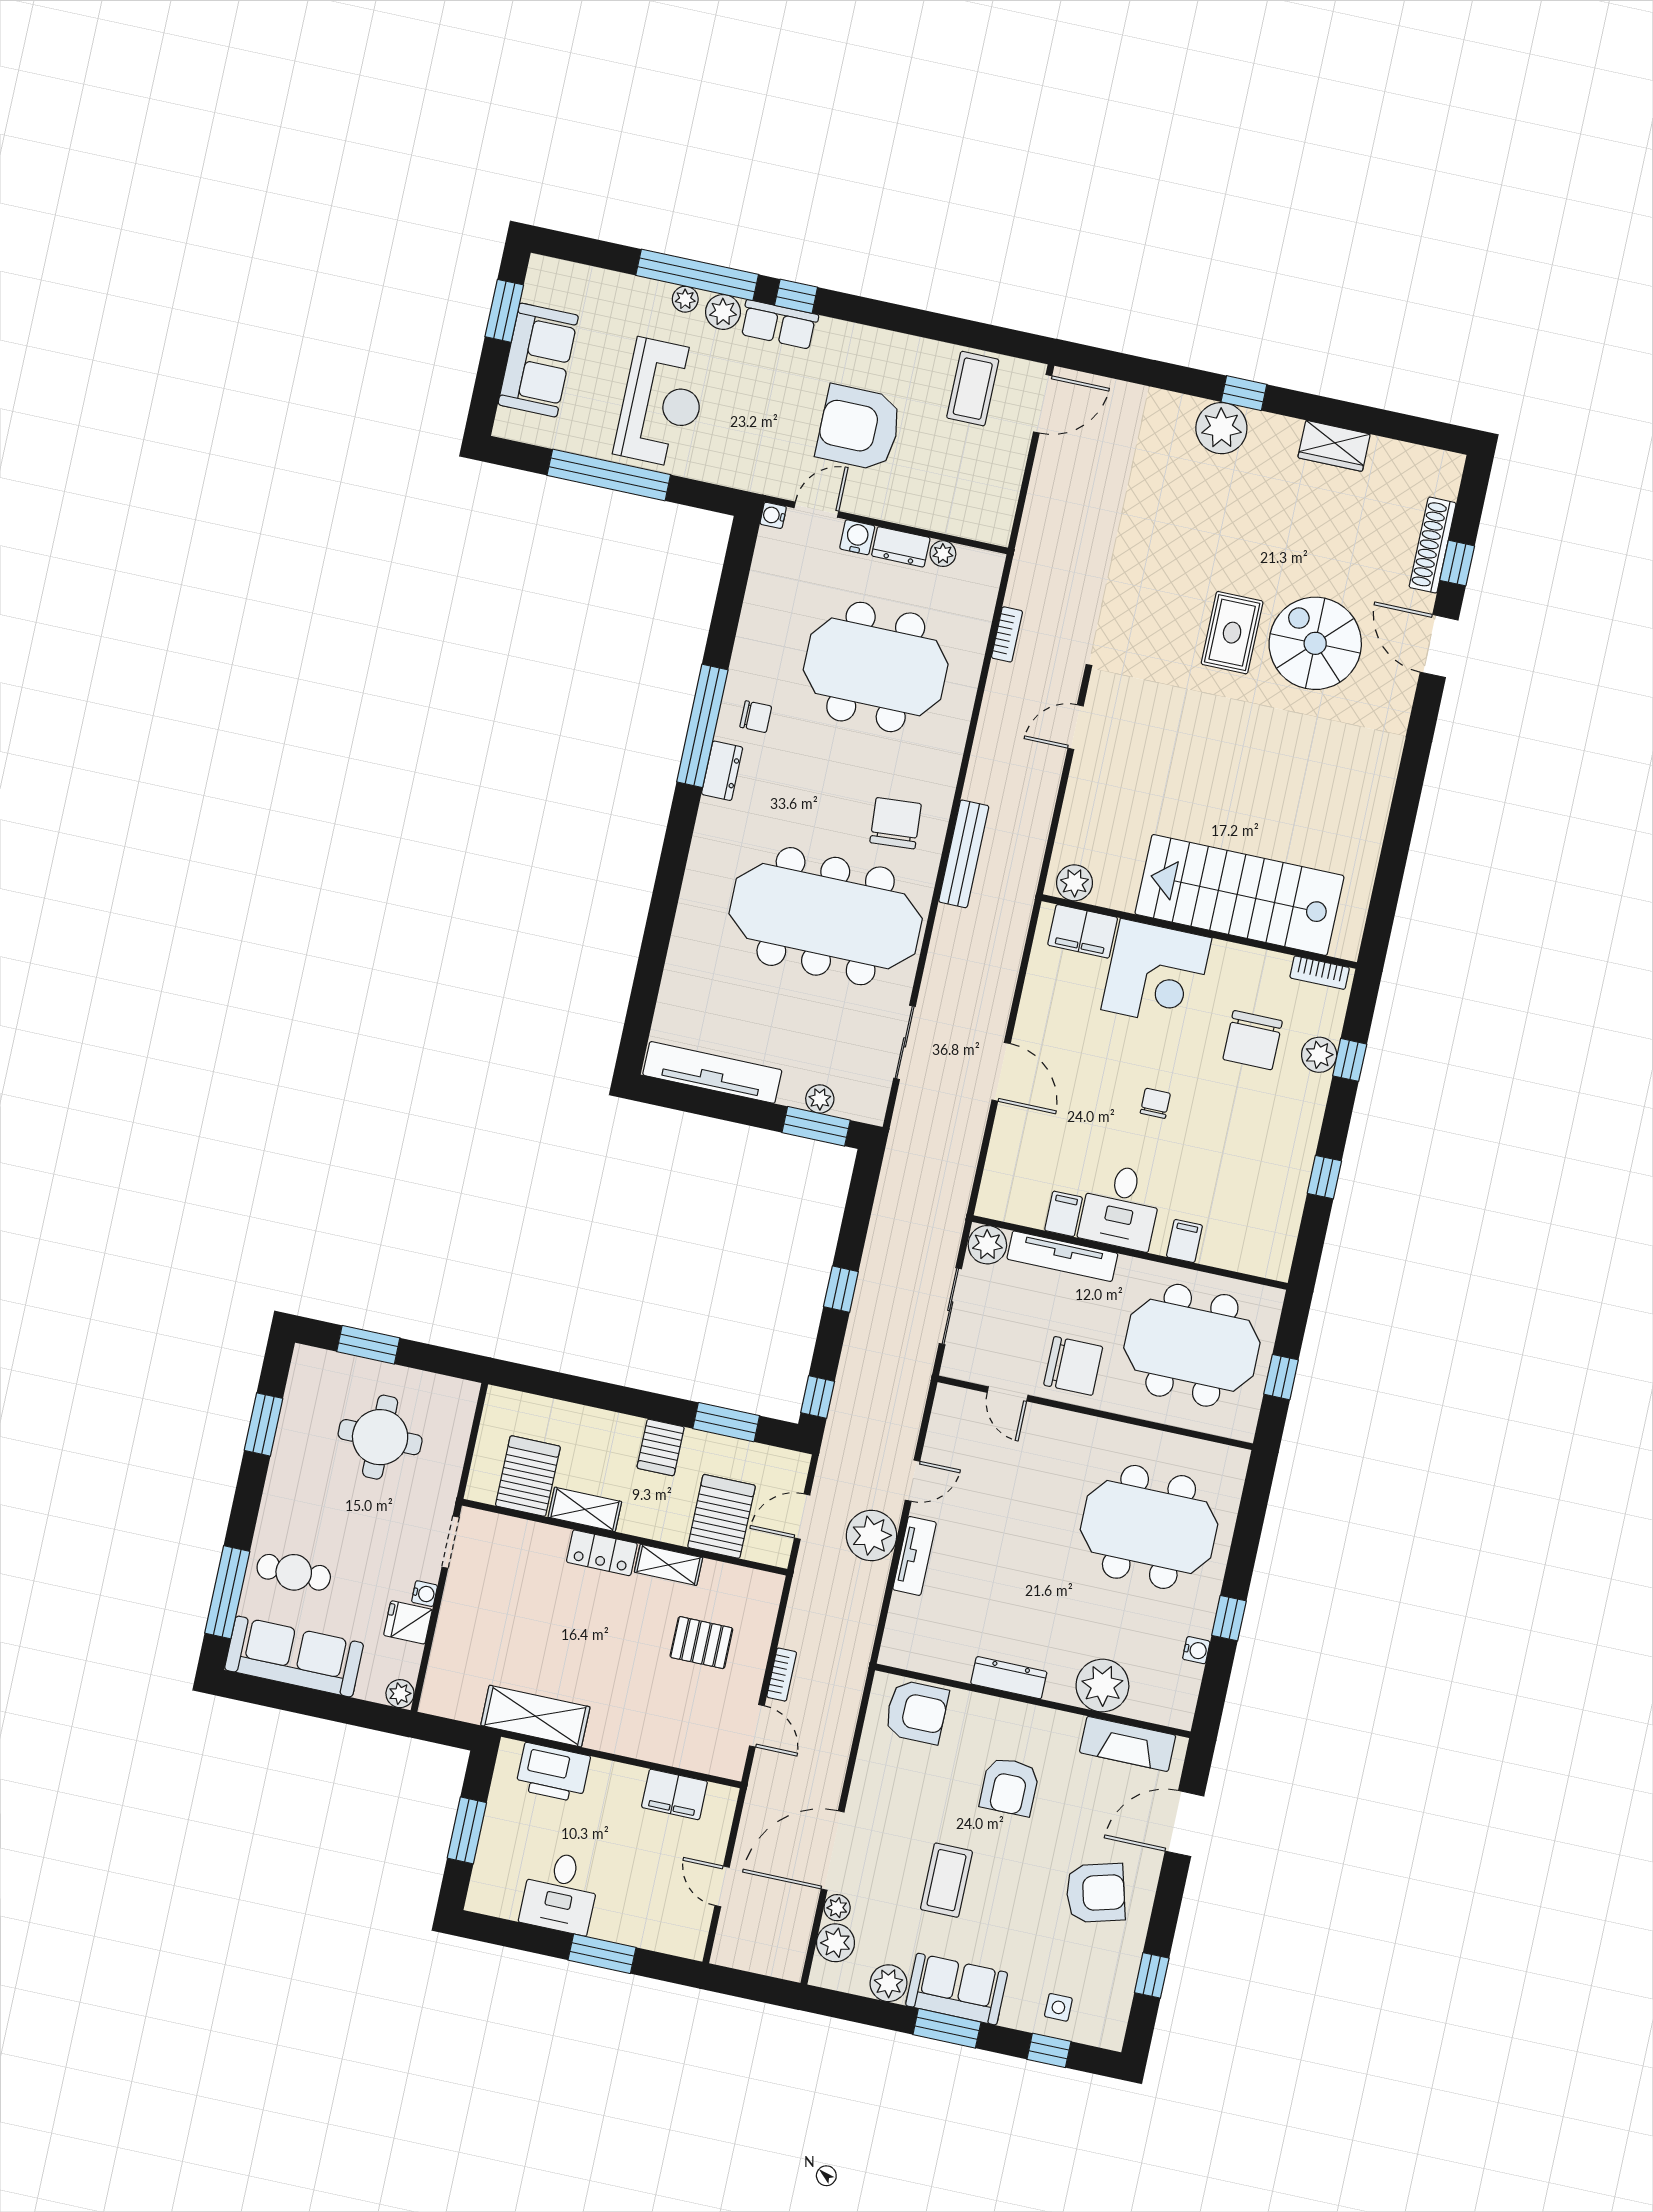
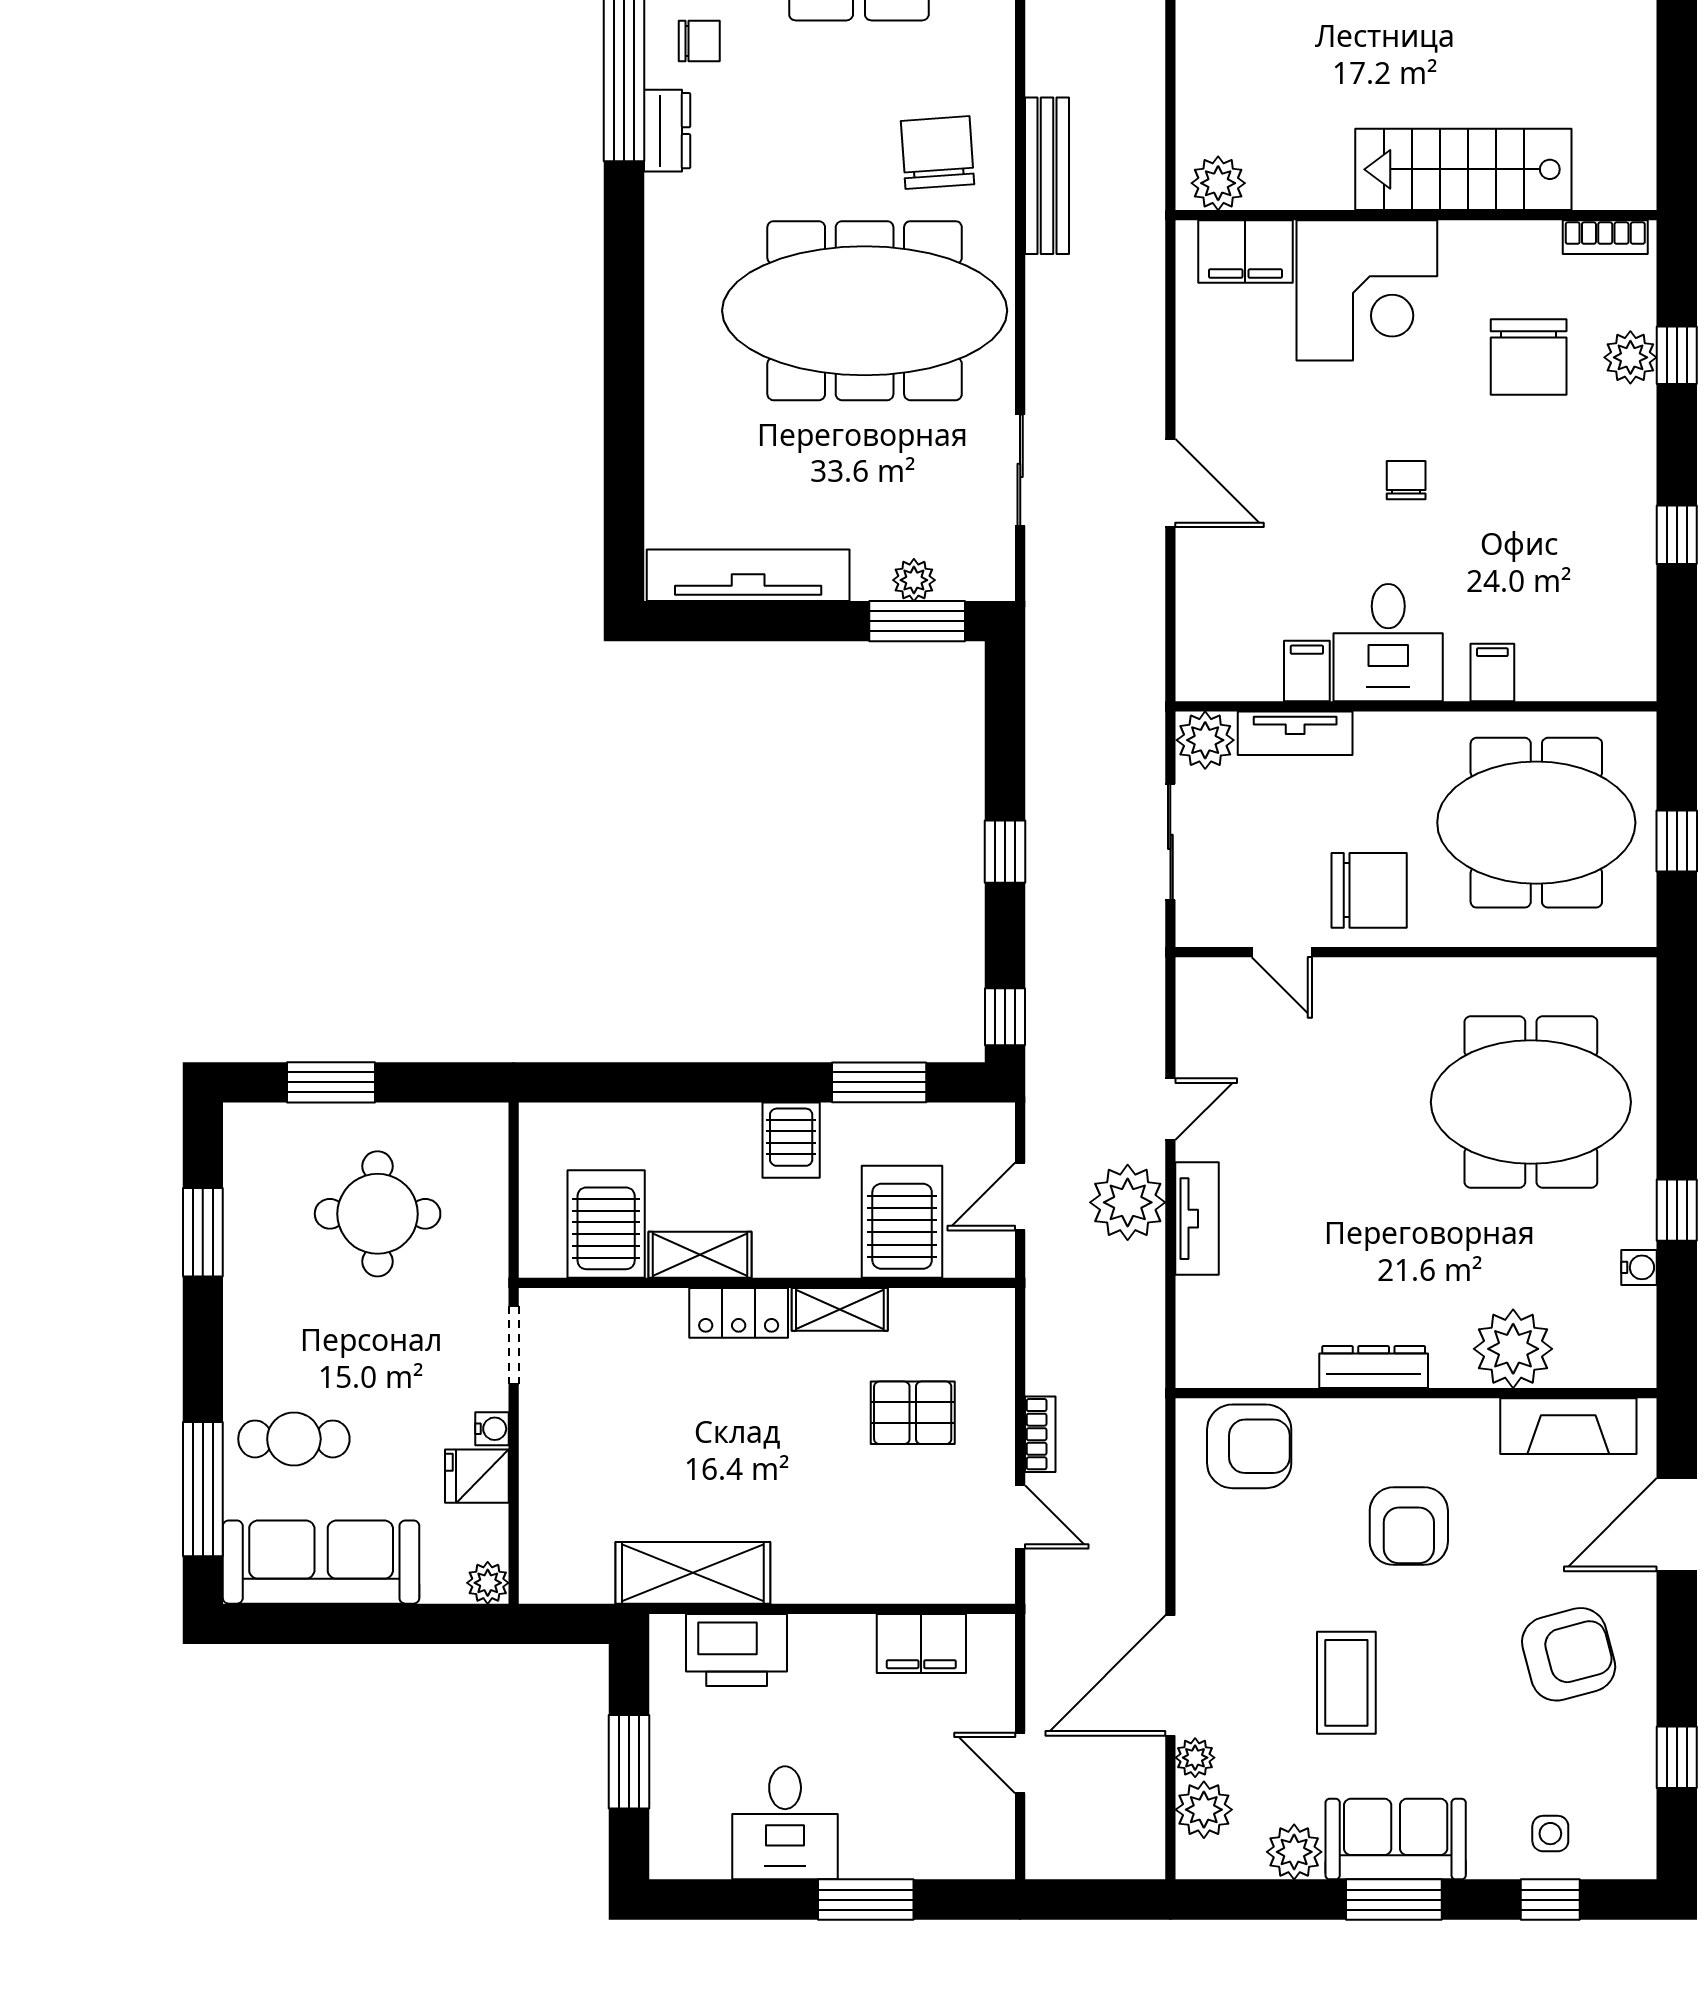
stairs: (1239, 895) -> (1463, 169), width x0.73, depth x0.66
tv unit: (1062, 1256) -> (1295, 733), width x0.71

